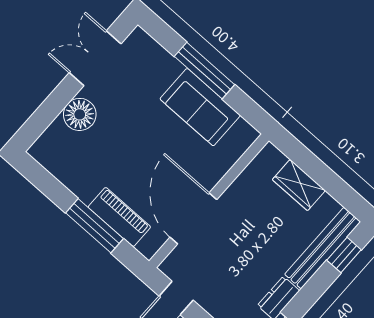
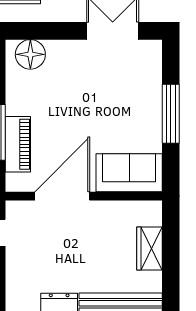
sofa: (200, 107) -> (129, 173), moved, turned 90
floor lamp: (80, 114) -> (30, 54), moved

